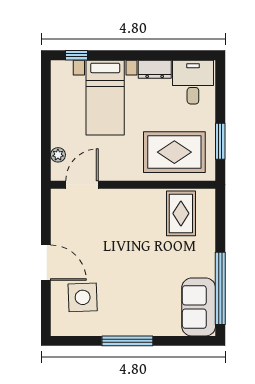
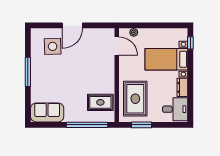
window: (220, 288) -> (87, 125), moved

